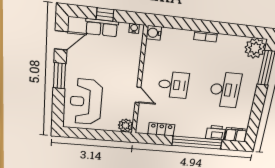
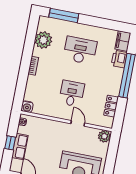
plant: (255, 48) -> (43, 40), moved
door: (138, 95) -> (78, 123), hinge flipped

